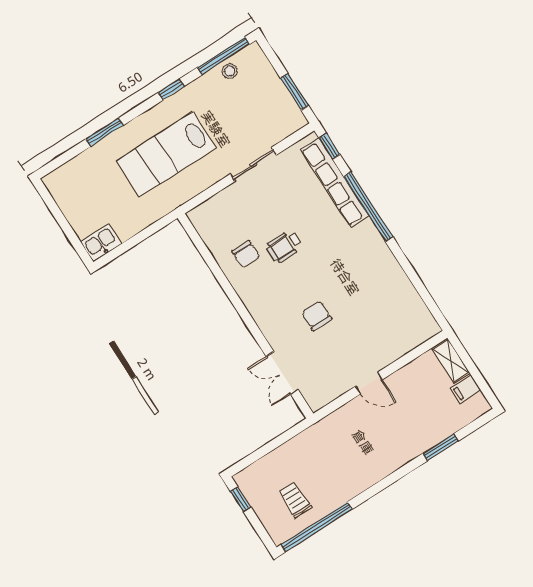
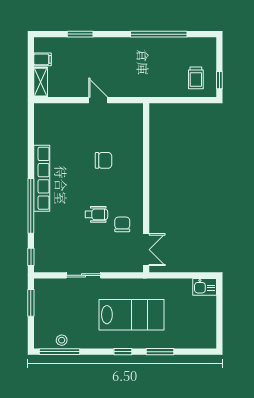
window: (171, 89) -> (123, 352), moved
row of seats: (335, 183) -> (42, 178), moved
chair: (317, 316) -> (104, 160), turned -90
double door: (282, 373) -> (146, 250), moved
trolley: (295, 500) -> (196, 78), moved
window: (317, 527) -> (159, 34), moved

